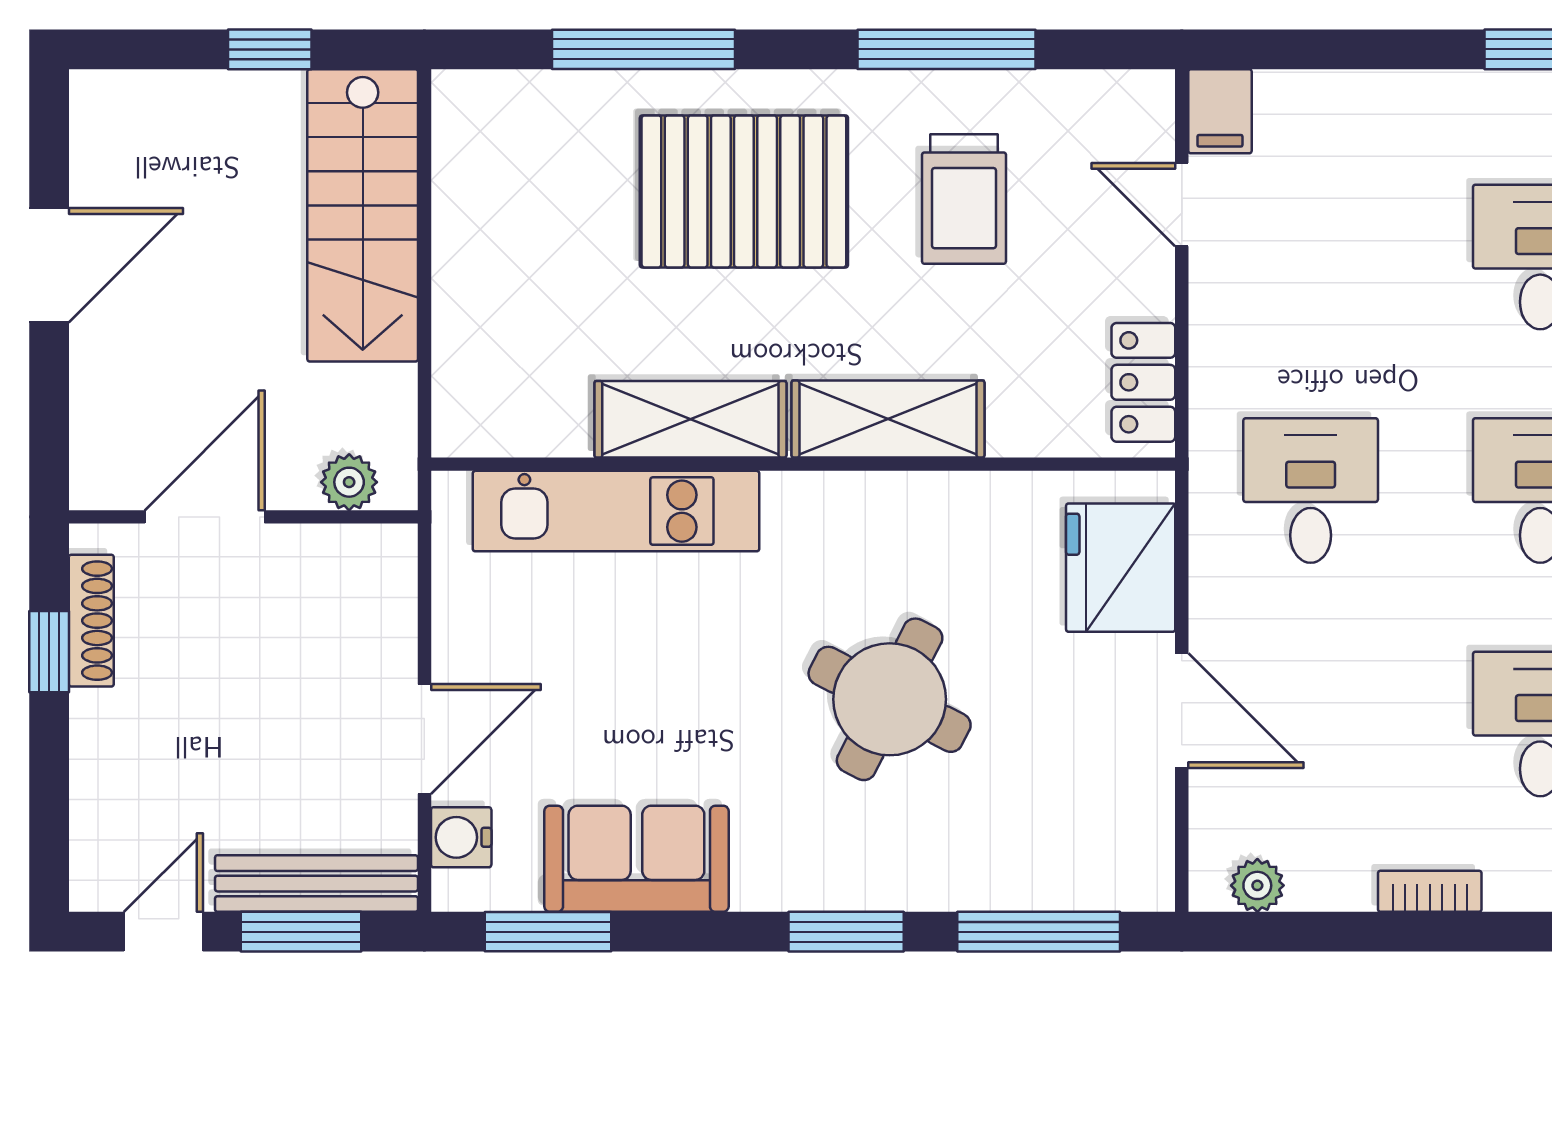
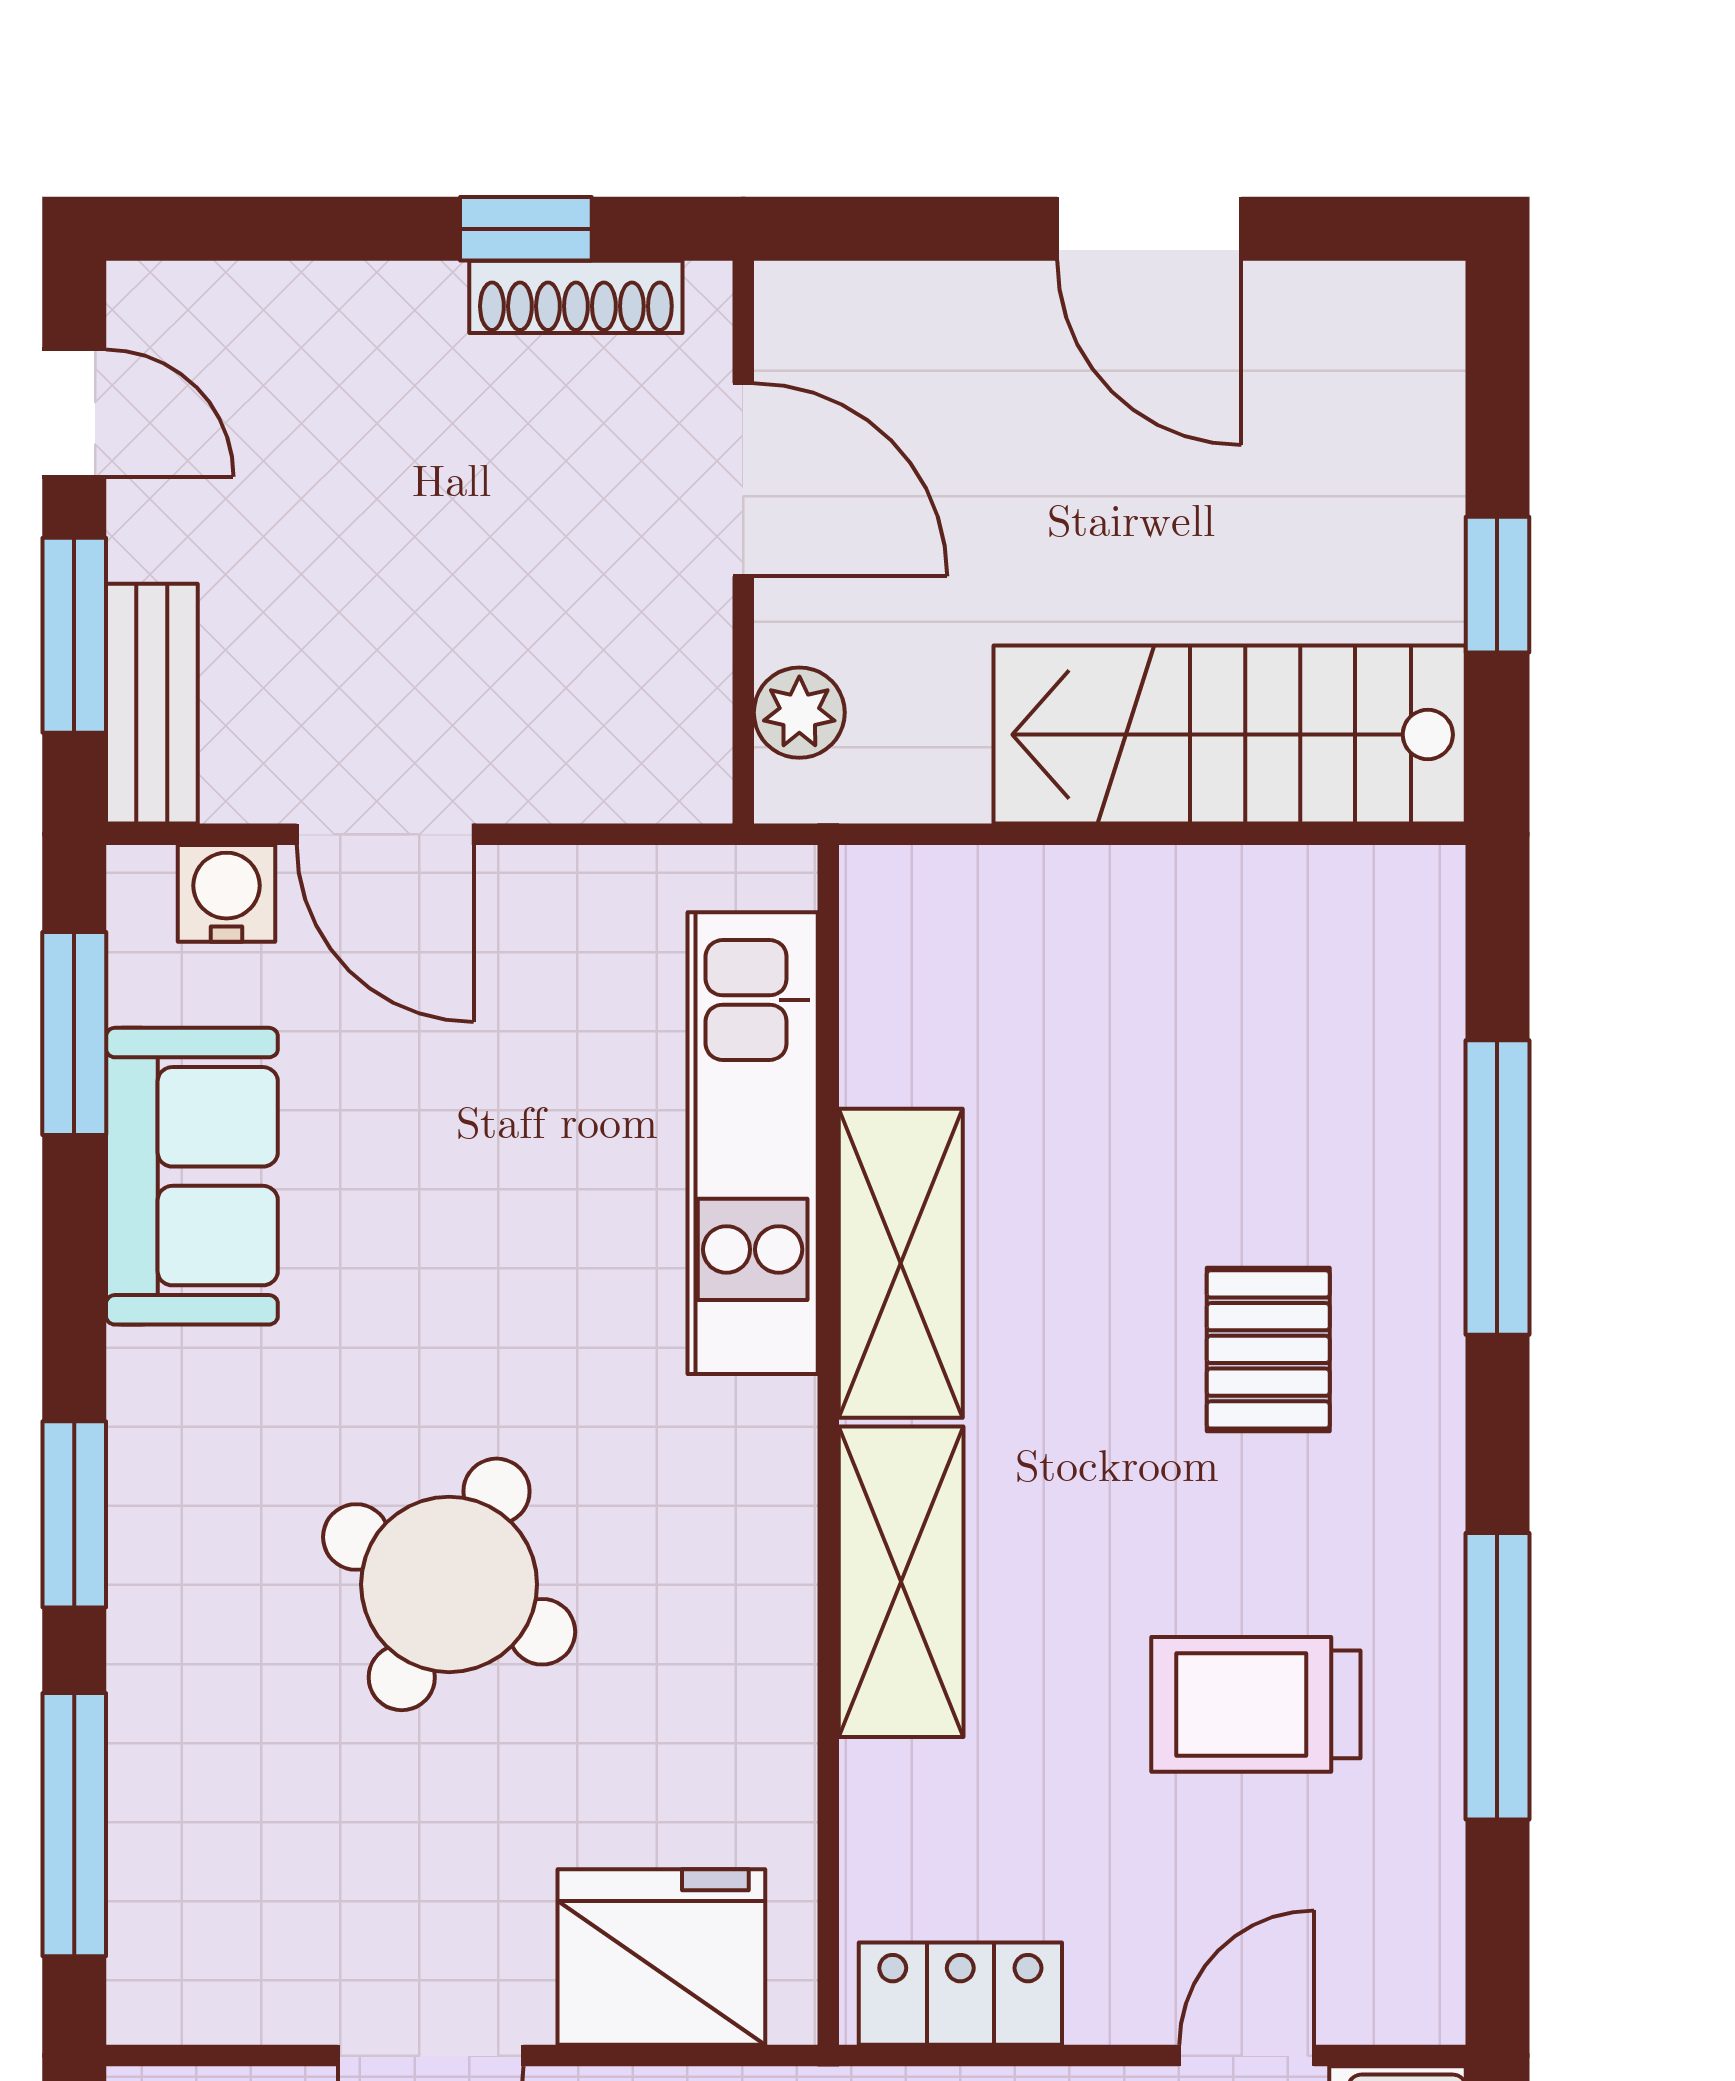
pallet: (744, 191) -> (1268, 1349), width x0.49, depth x0.50
bench: (316, 884) -> (152, 704), width x0.73

